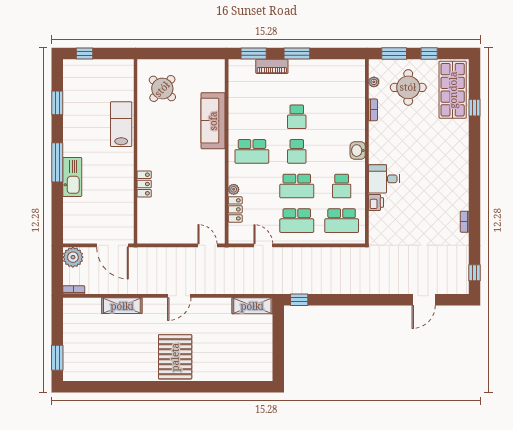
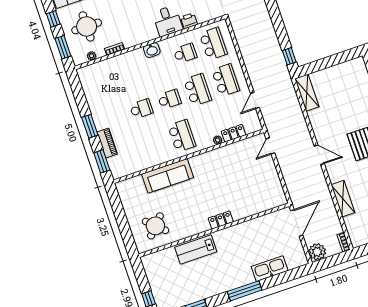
kitchen sink: (72, 177) -> (270, 269), moved
locker: (144, 184) -> (221, 220), moved

